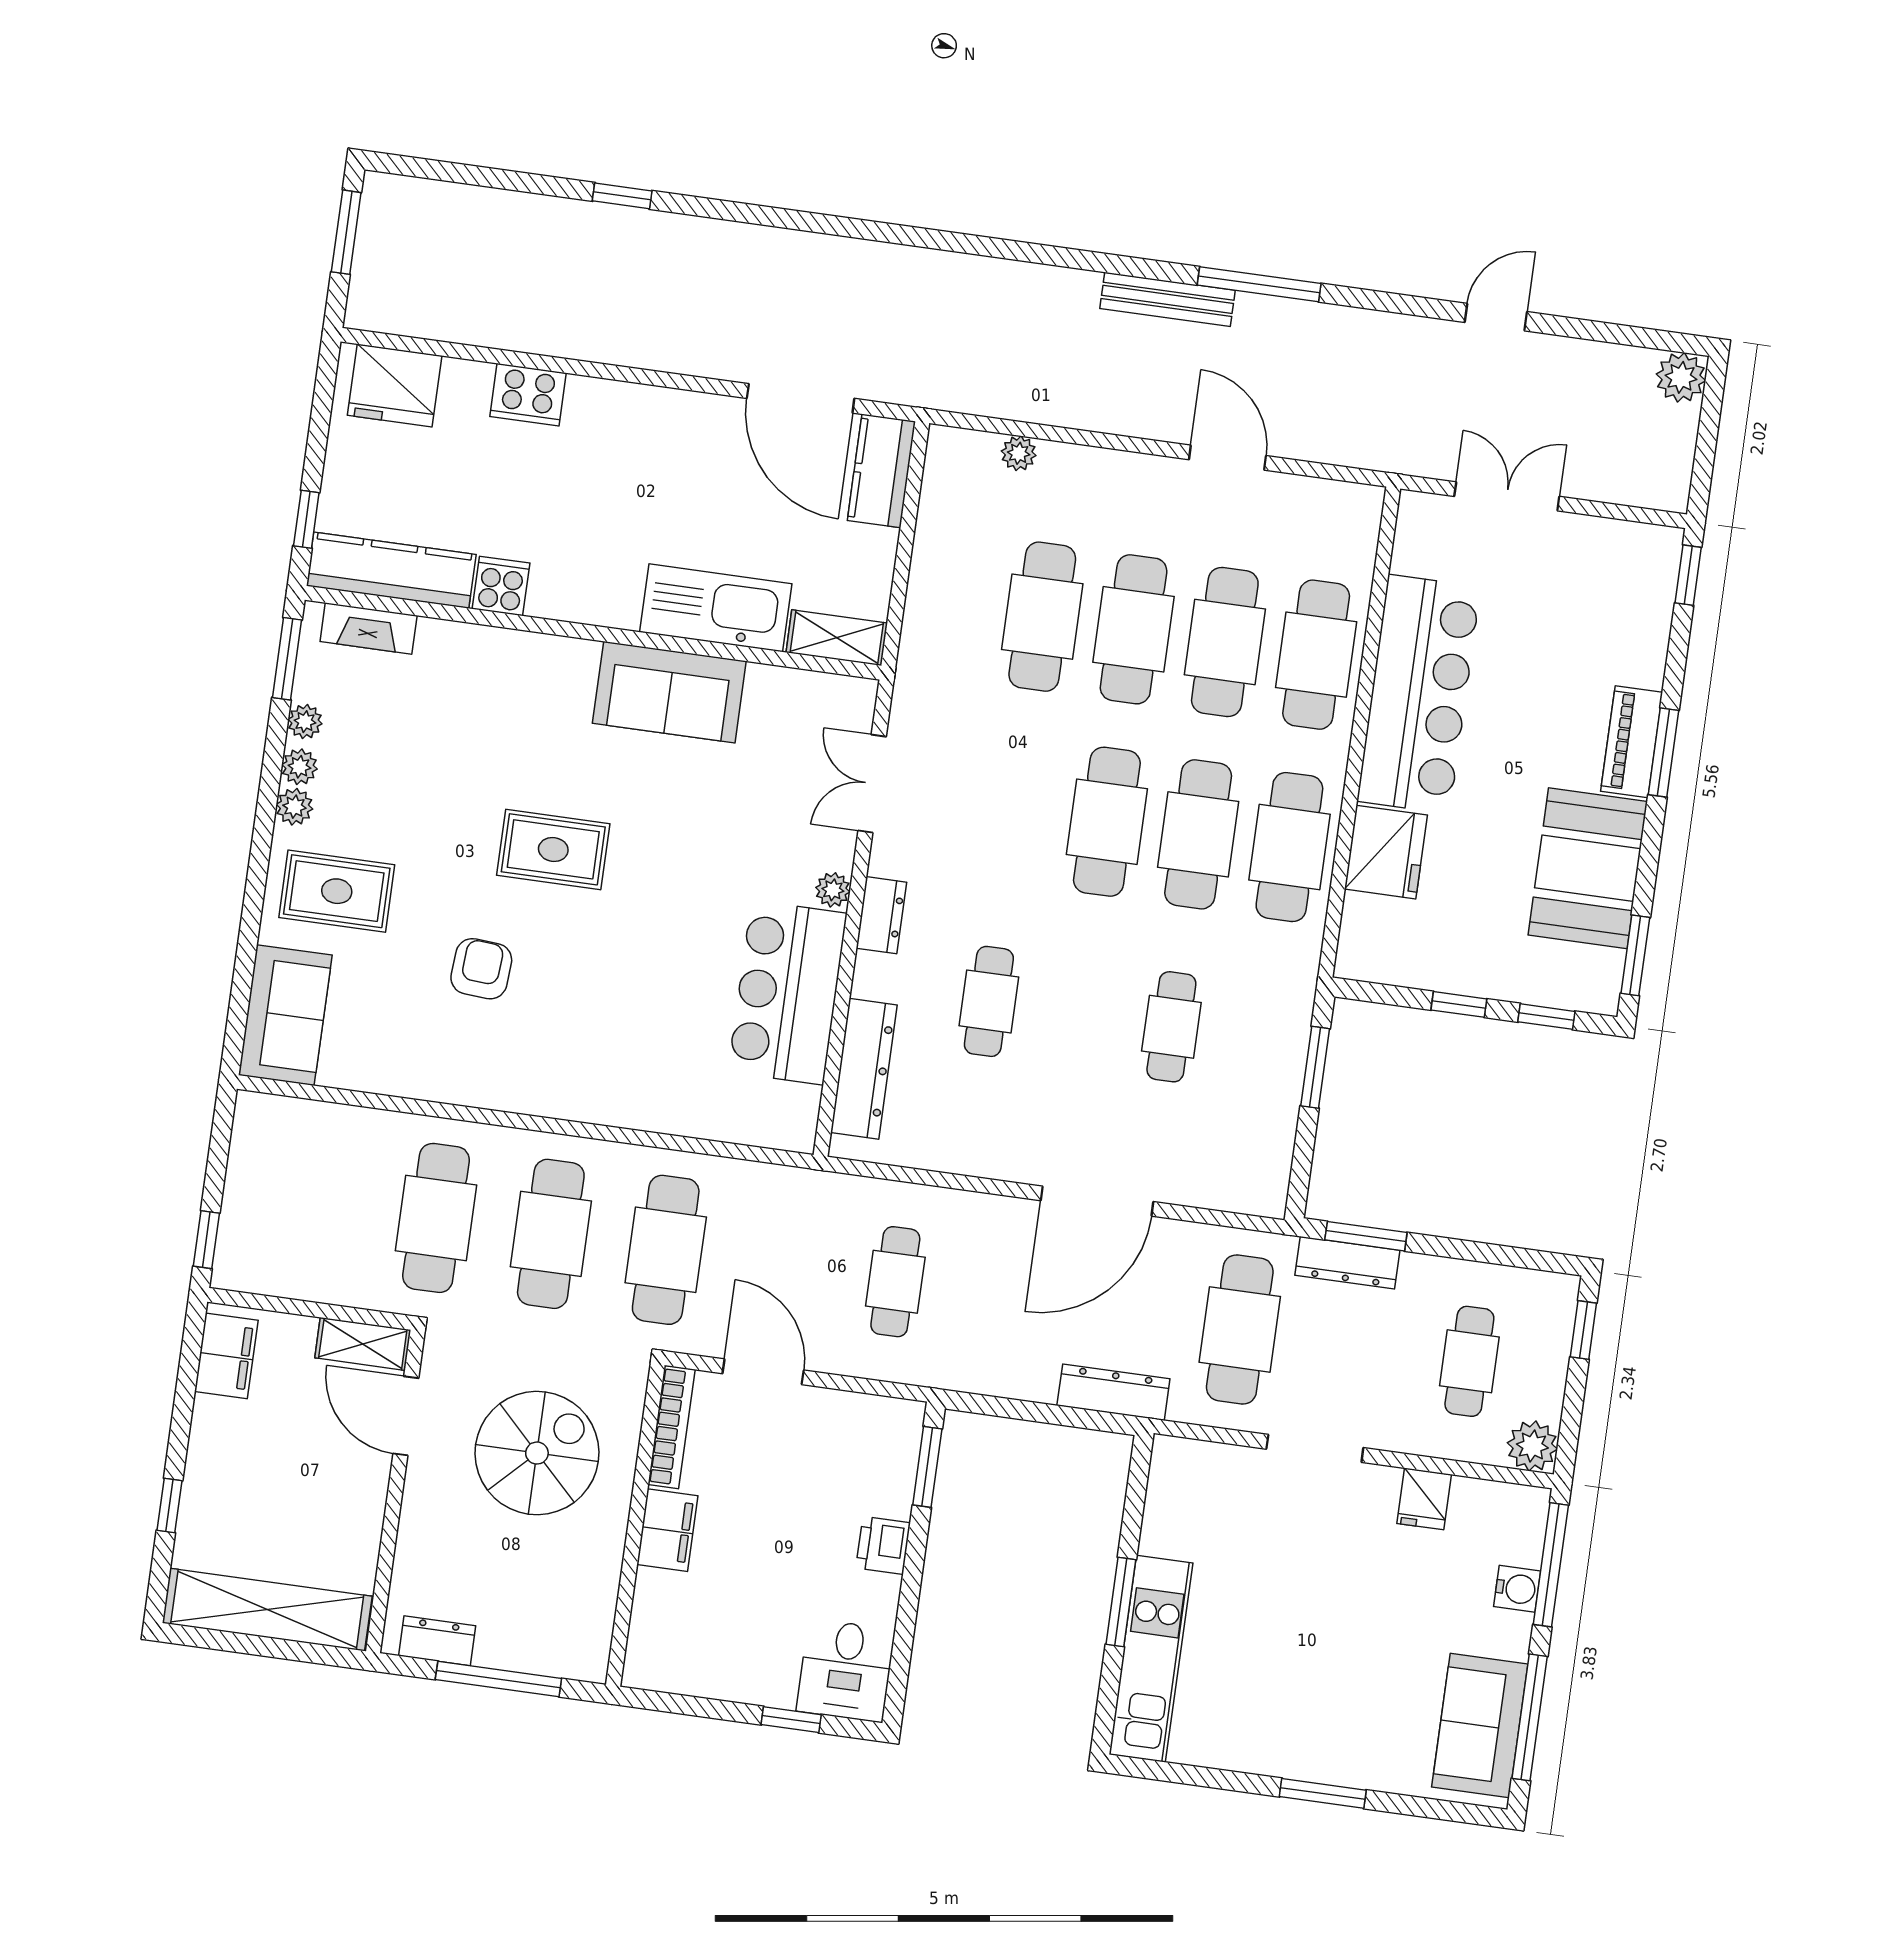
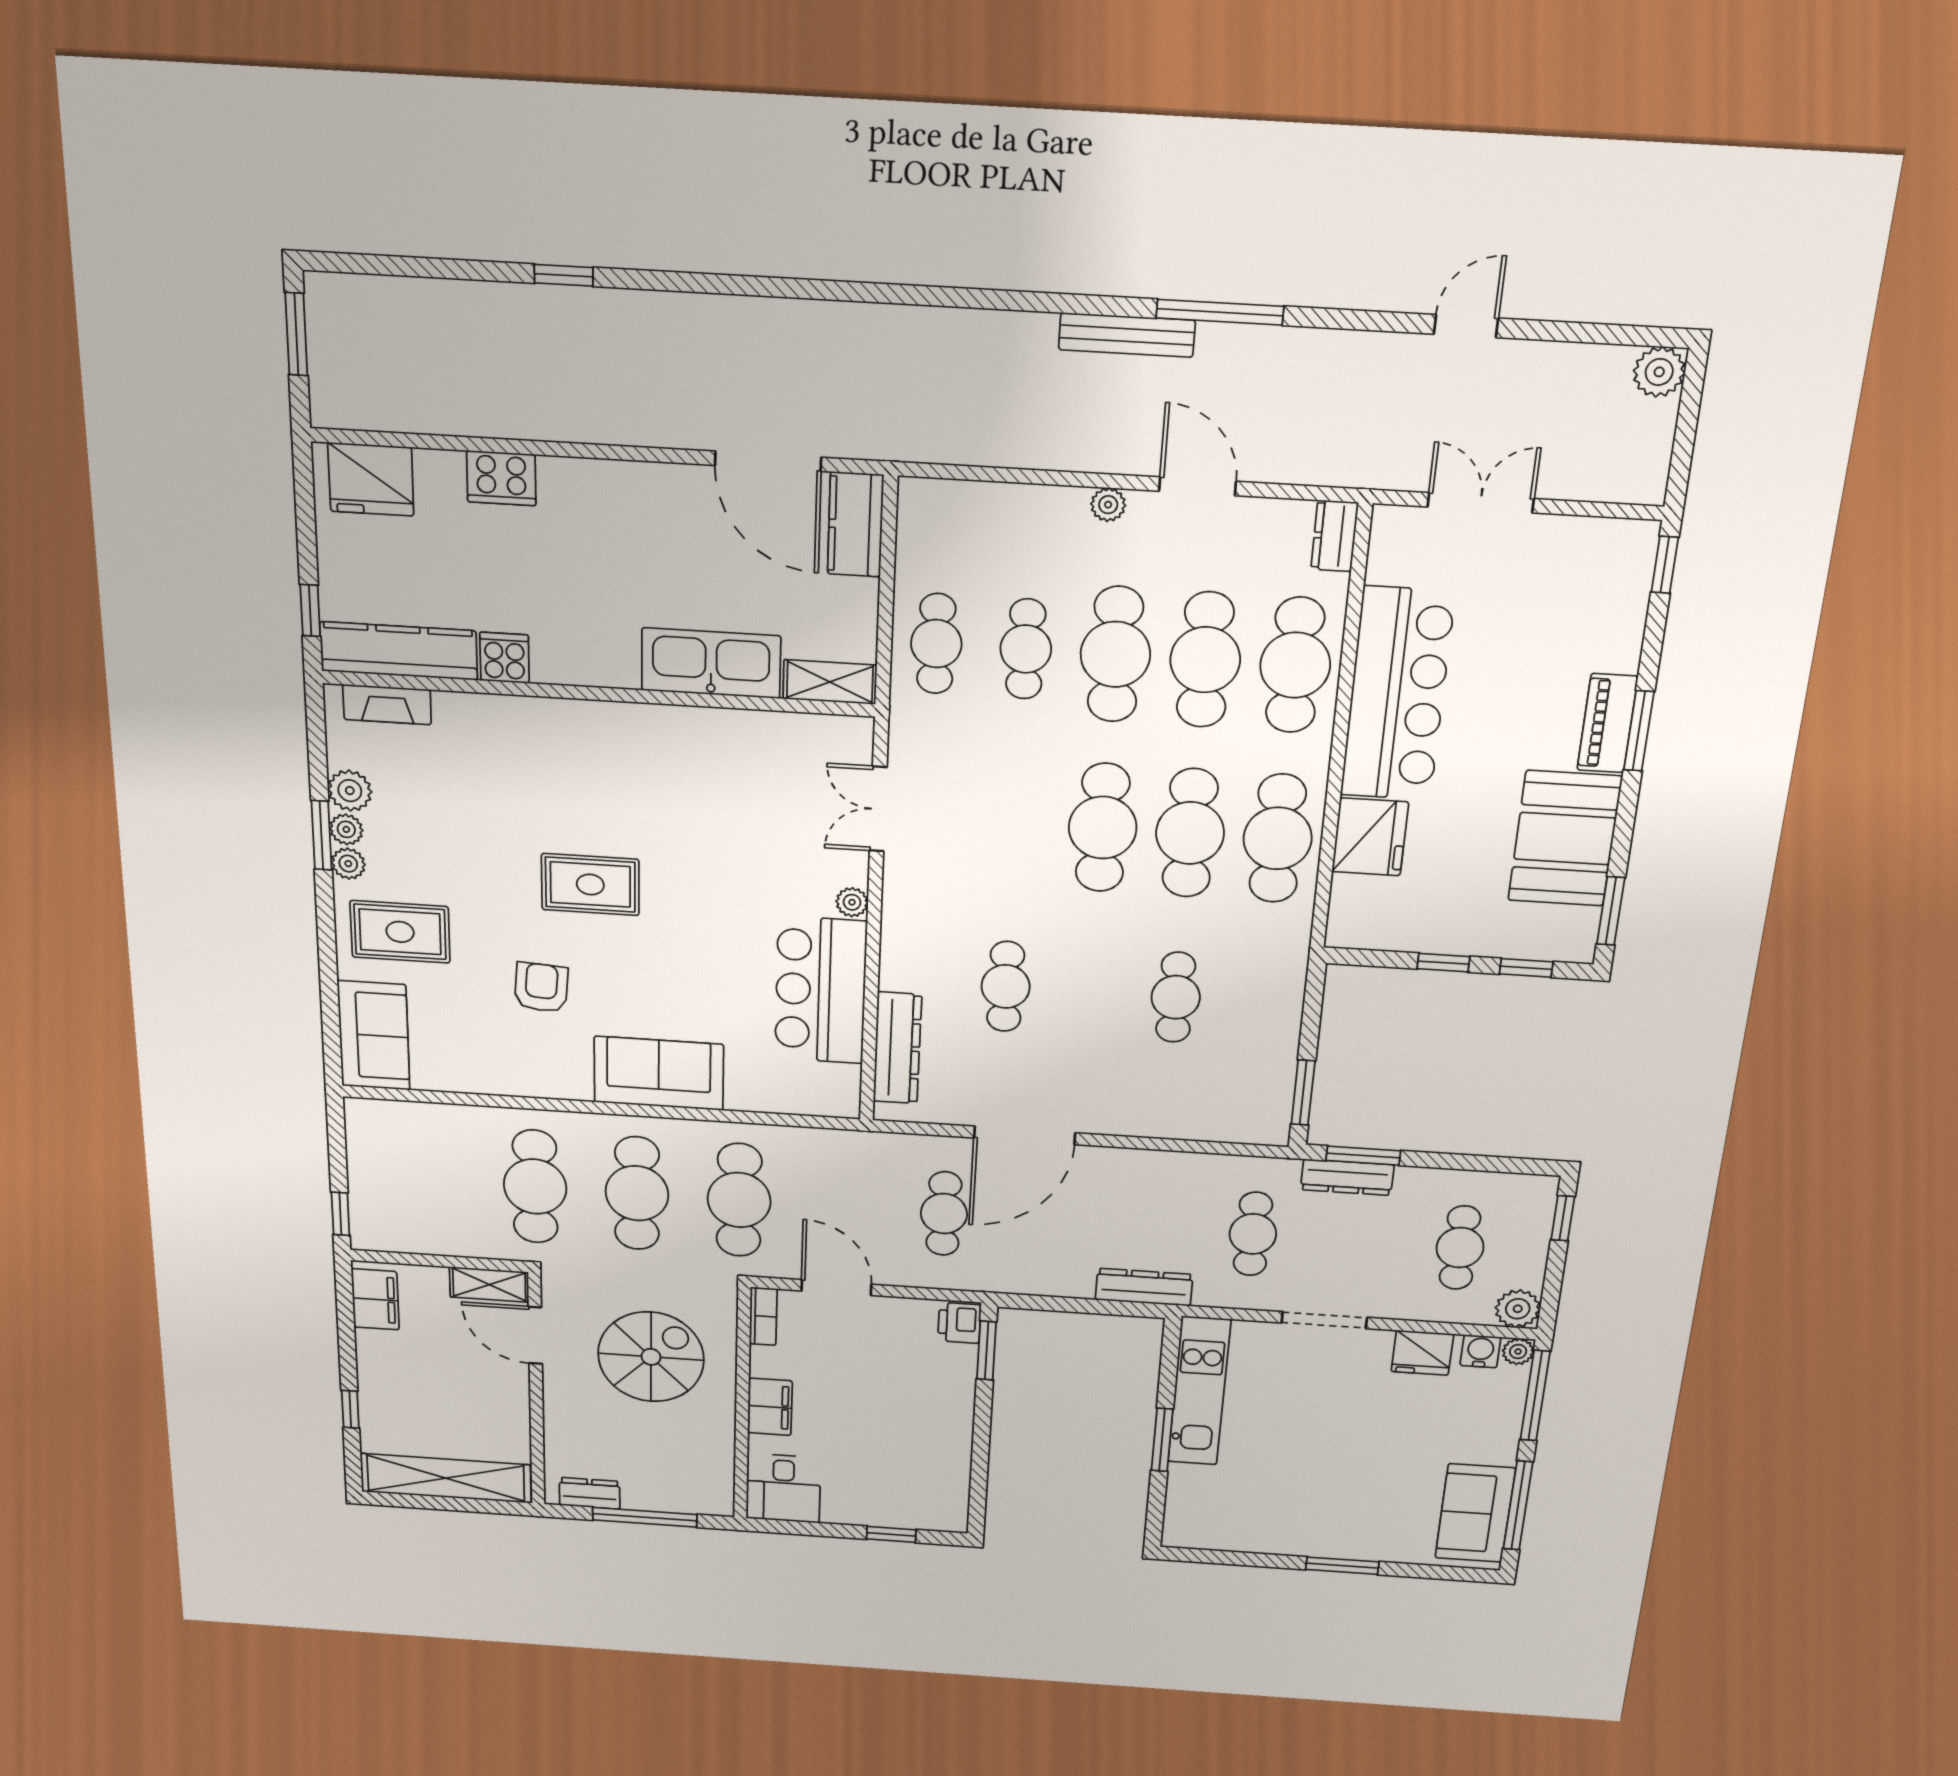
plant: (1019, 453) -> (1108, 505), moved
cafe table: (951, 604) -> (936, 644), added
cafe table: (1042, 617) -> (1026, 649), width x0.73, depth x0.74
window: (287, 659) -> (321, 835), moved
sofa: (669, 692) -> (659, 1073), moved, turned 180
plant: (305, 722) -> (350, 791), width x1.38, depth x1.38
dresser: (881, 915) -> (1335, 536), moved, turned 180
window: (1315, 1067) -> (1303, 1093), moved
door: (1097, 1201) -> (1025, 1135), moved
cafe table: (1240, 1329) -> (1253, 1234), width x0.73, depth x0.74
bookcase: (671, 1427) -> (763, 1316), width x0.64
fridge: (1424, 1499) -> (1422, 1353), width x1.38
plant: (1532, 1503) -> (1518, 1352), added
printer: (883, 1545) -> (959, 1323), moved
water cooler: (1517, 1589) -> (1480, 1351), moved, turned -90
kitchen unit: (1151, 1659) -> (1199, 1391), moved
desk: (846, 1670) -> (783, 1488), moved

